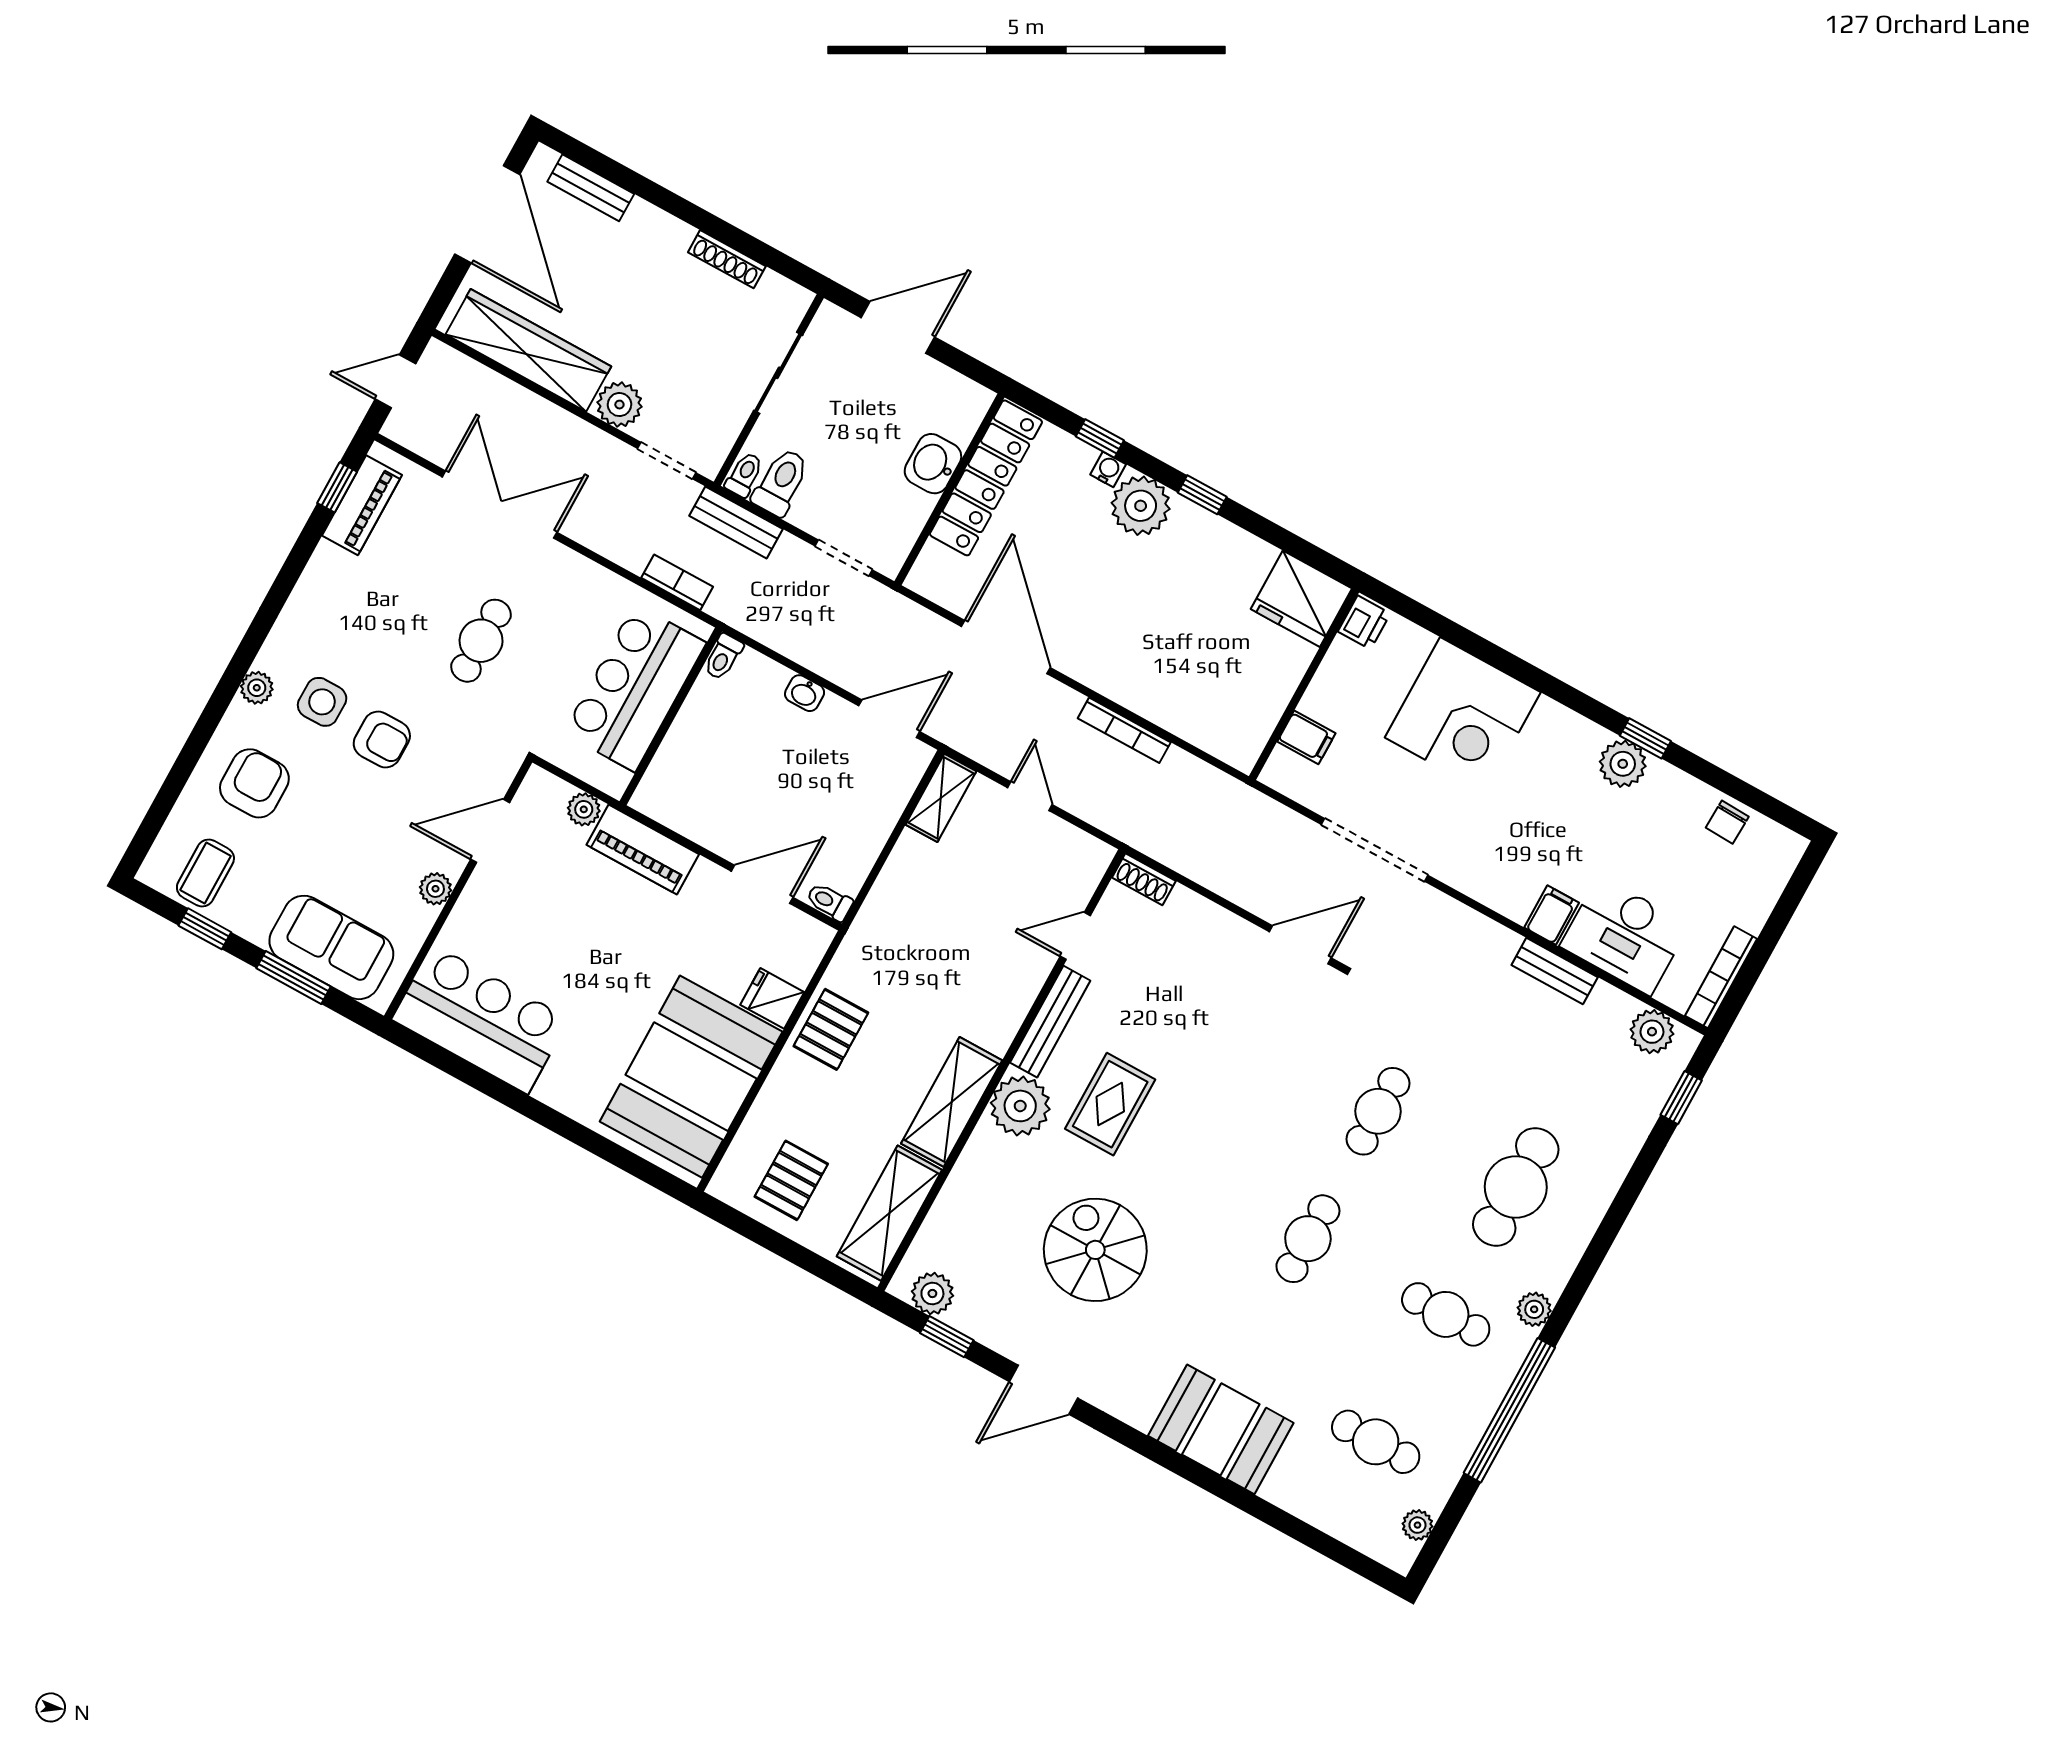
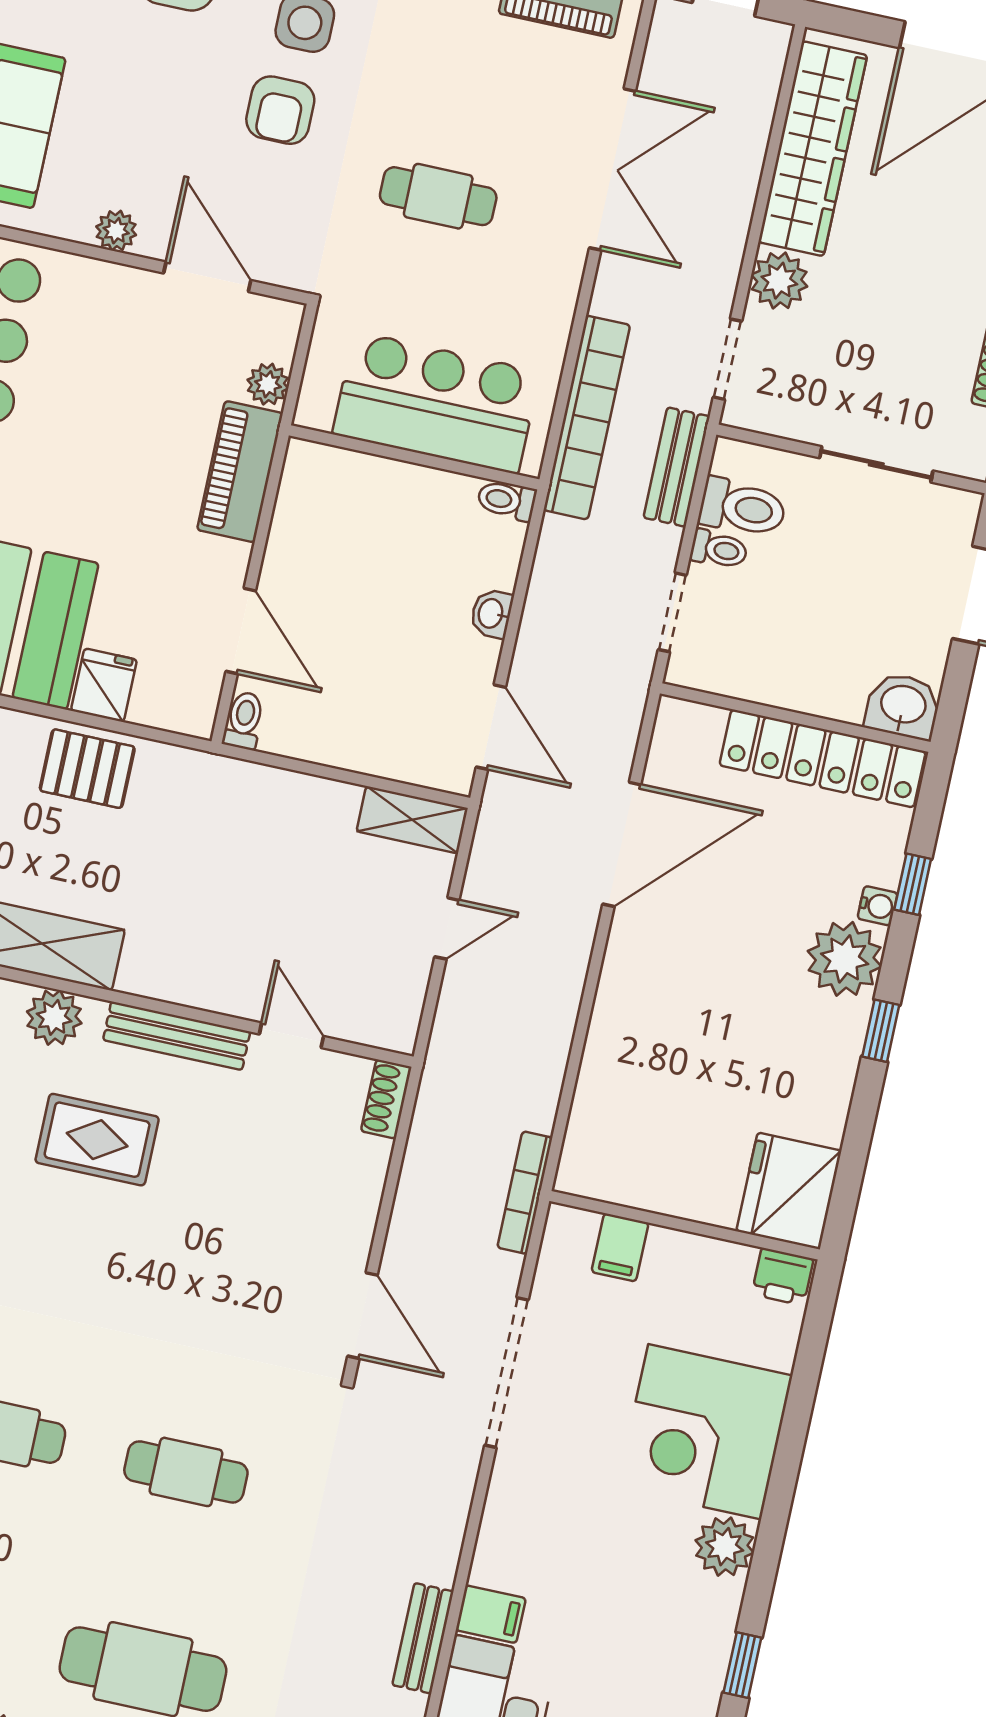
washbasin: (933, 464) -> (903, 706), moved
toilet: (744, 475) -> (719, 549), moved
bookcase: (677, 582) -> (587, 418), width x2.31, depth x1.31
bookcase: (1124, 730) -> (525, 1193), moved
plant: (1623, 764) -> (725, 1547), moved
plant: (1020, 1106) -> (54, 1017), width x0.73, depth x0.73

